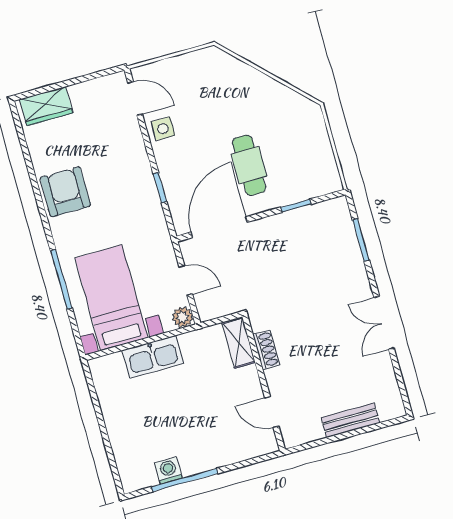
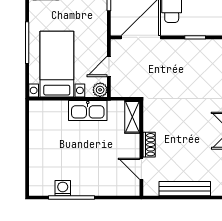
door: (186, 280) -> (109, 66), swing flipped
shoe rack: (266, 350) -> (149, 145), moved
kitchen sink: (153, 357) -> (88, 111), moved
bench: (350, 420) -> (185, 189), width x1.36

